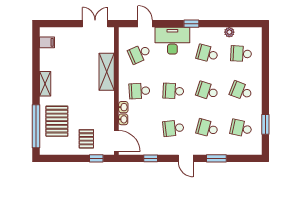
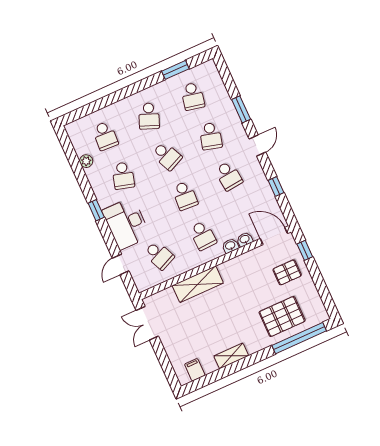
shelving: (45, 84) -> (231, 356), moved
school desk: (207, 91) -> (167, 156), turned -42
door: (116, 141) -> (274, 236), hinge flipped

